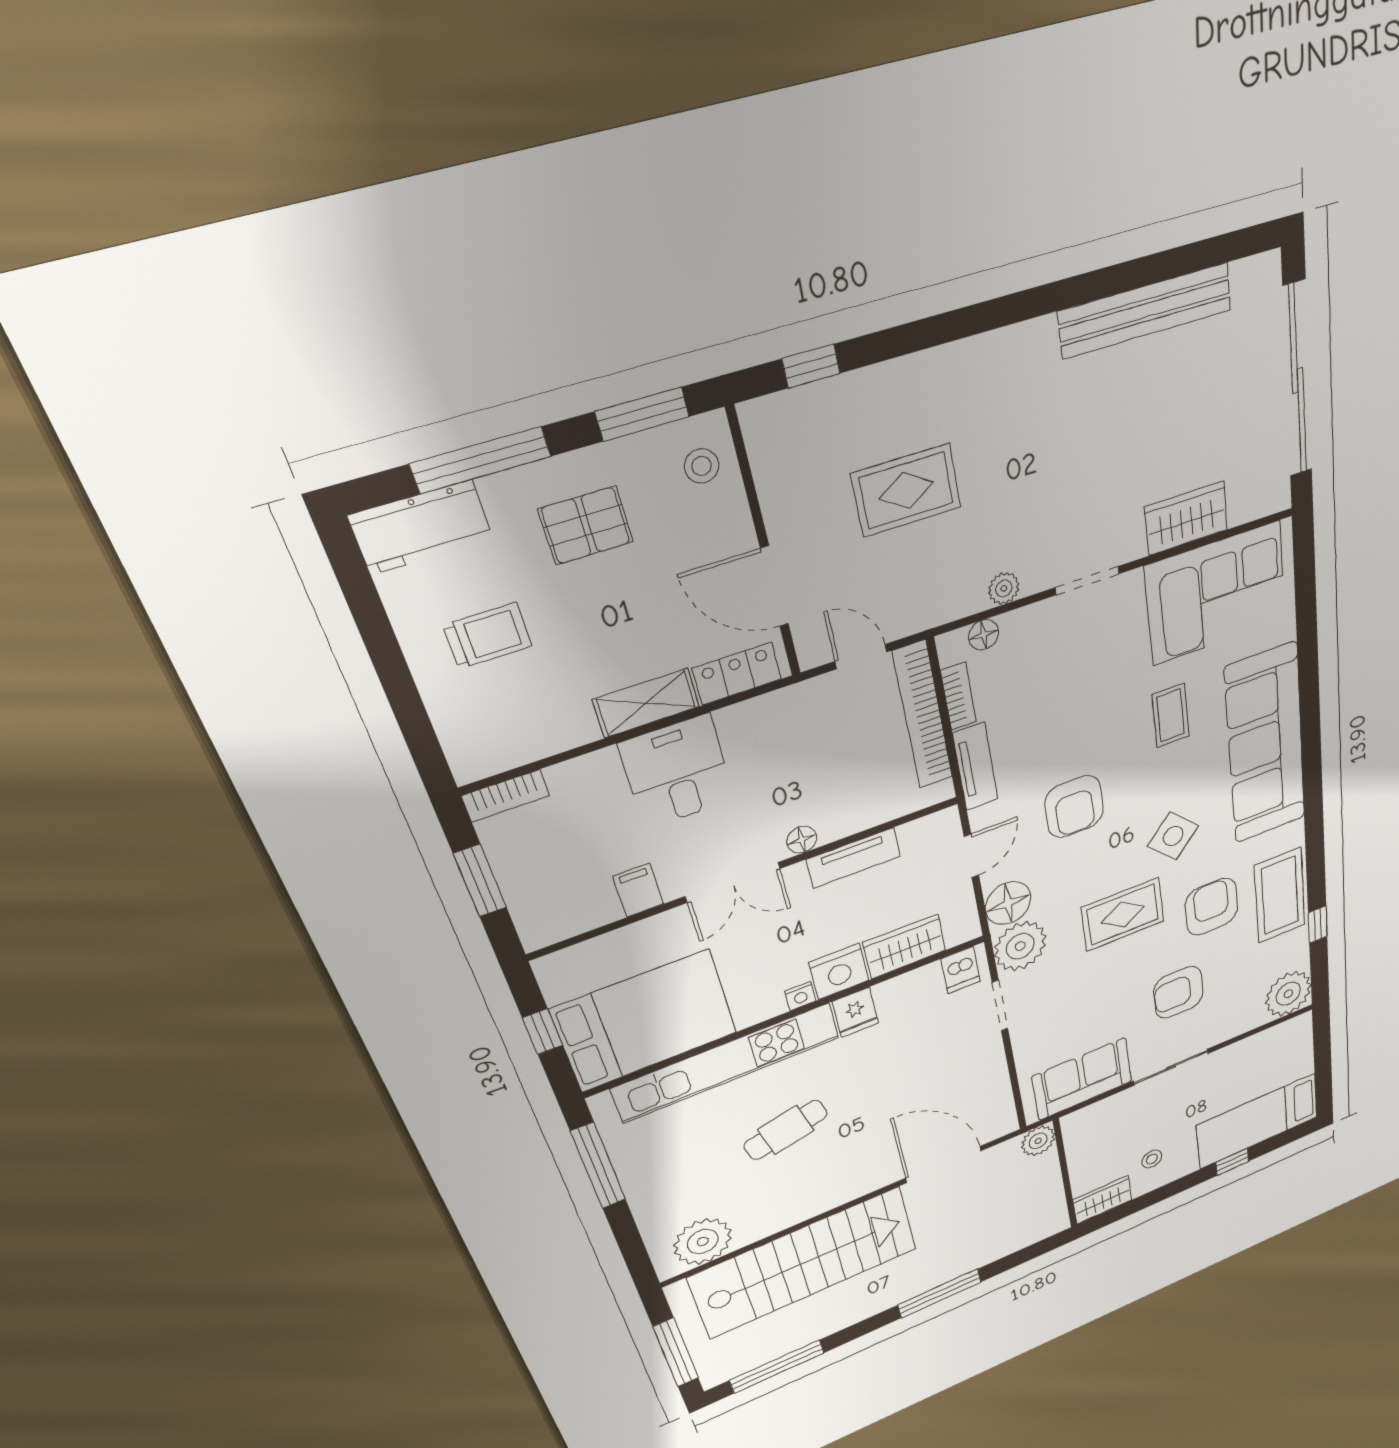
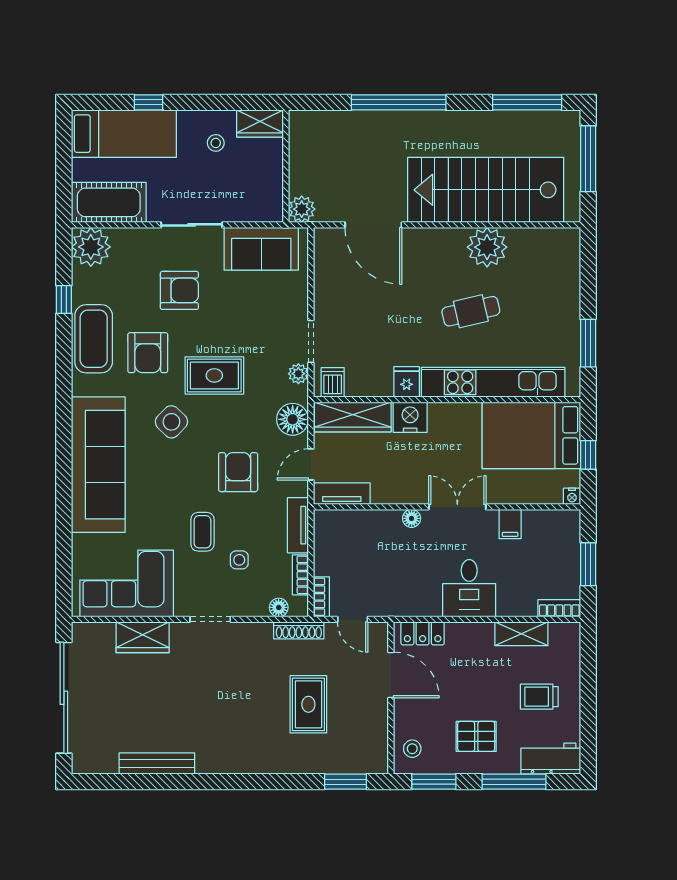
bench: (1145, 311) -> (157, 763), width x0.73, depth x0.82
window: (811, 366) -> (345, 782), width x1.50
rug: (906, 490) -> (308, 704), turned 90
plant: (1004, 588) -> (262, 631), removed
shoe rack: (945, 610) -> (299, 630), added
side table: (1055, 686) -> (239, 560), added
shelving: (646, 703) -> (521, 634), moved
bookcase: (923, 715) -> (321, 597), width x0.43, depth x0.76
coffee table: (1171, 715) -> (202, 532), moved
tv unit: (854, 858) -> (342, 494), moved
wardrobe: (905, 946) -> (353, 417), width x1.50
plant: (1020, 946) -> (298, 374), width x0.53, depth x0.53
nightstand: (800, 996) -> (572, 496), moved, turned 180
cot: (1270, 1048) -> (109, 202), added
window: (598, 1166) -> (588, 343), width x0.69
plant: (703, 1241) -> (487, 247), moved
window: (940, 1293) -> (399, 102), width x1.46

